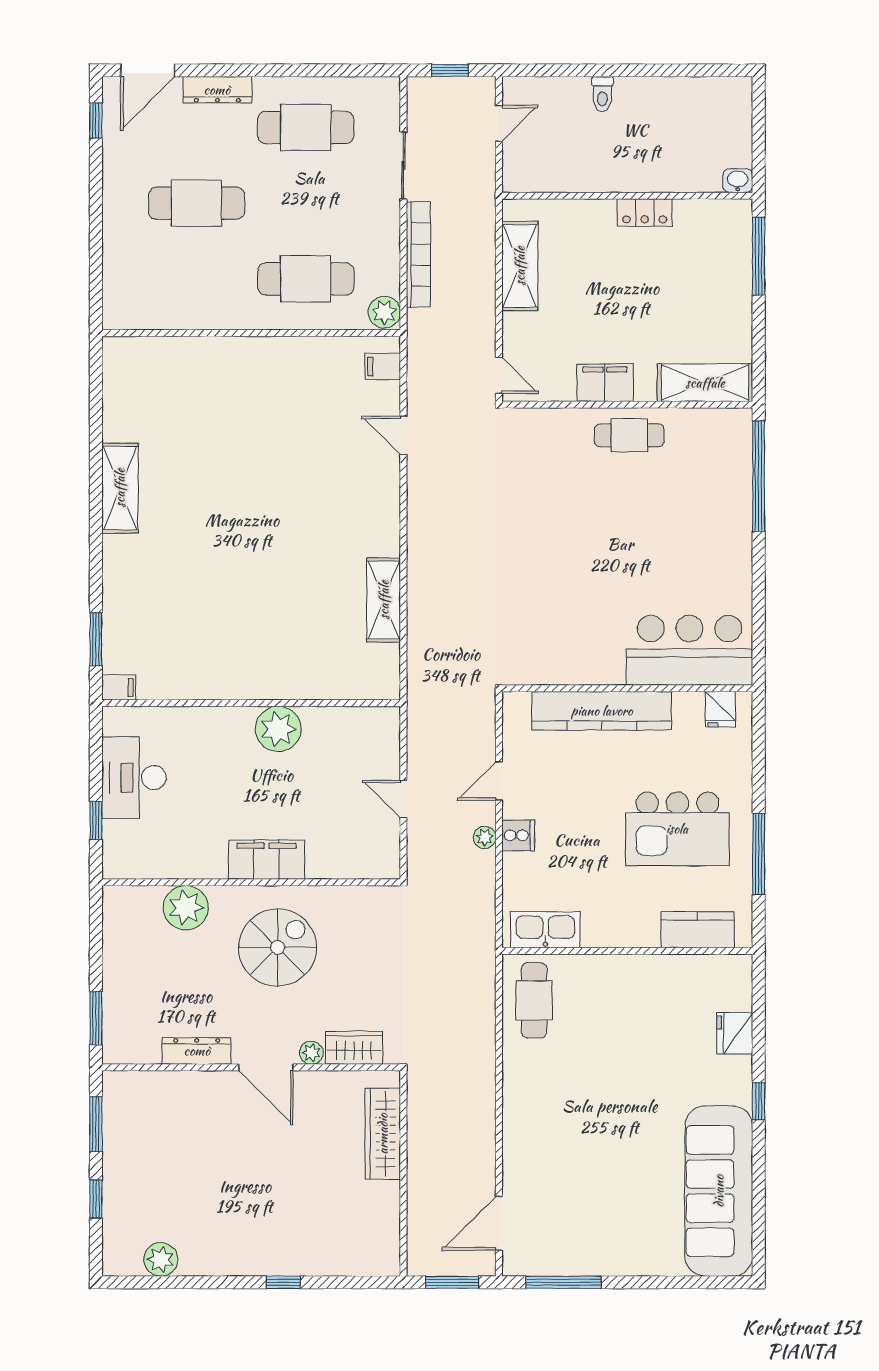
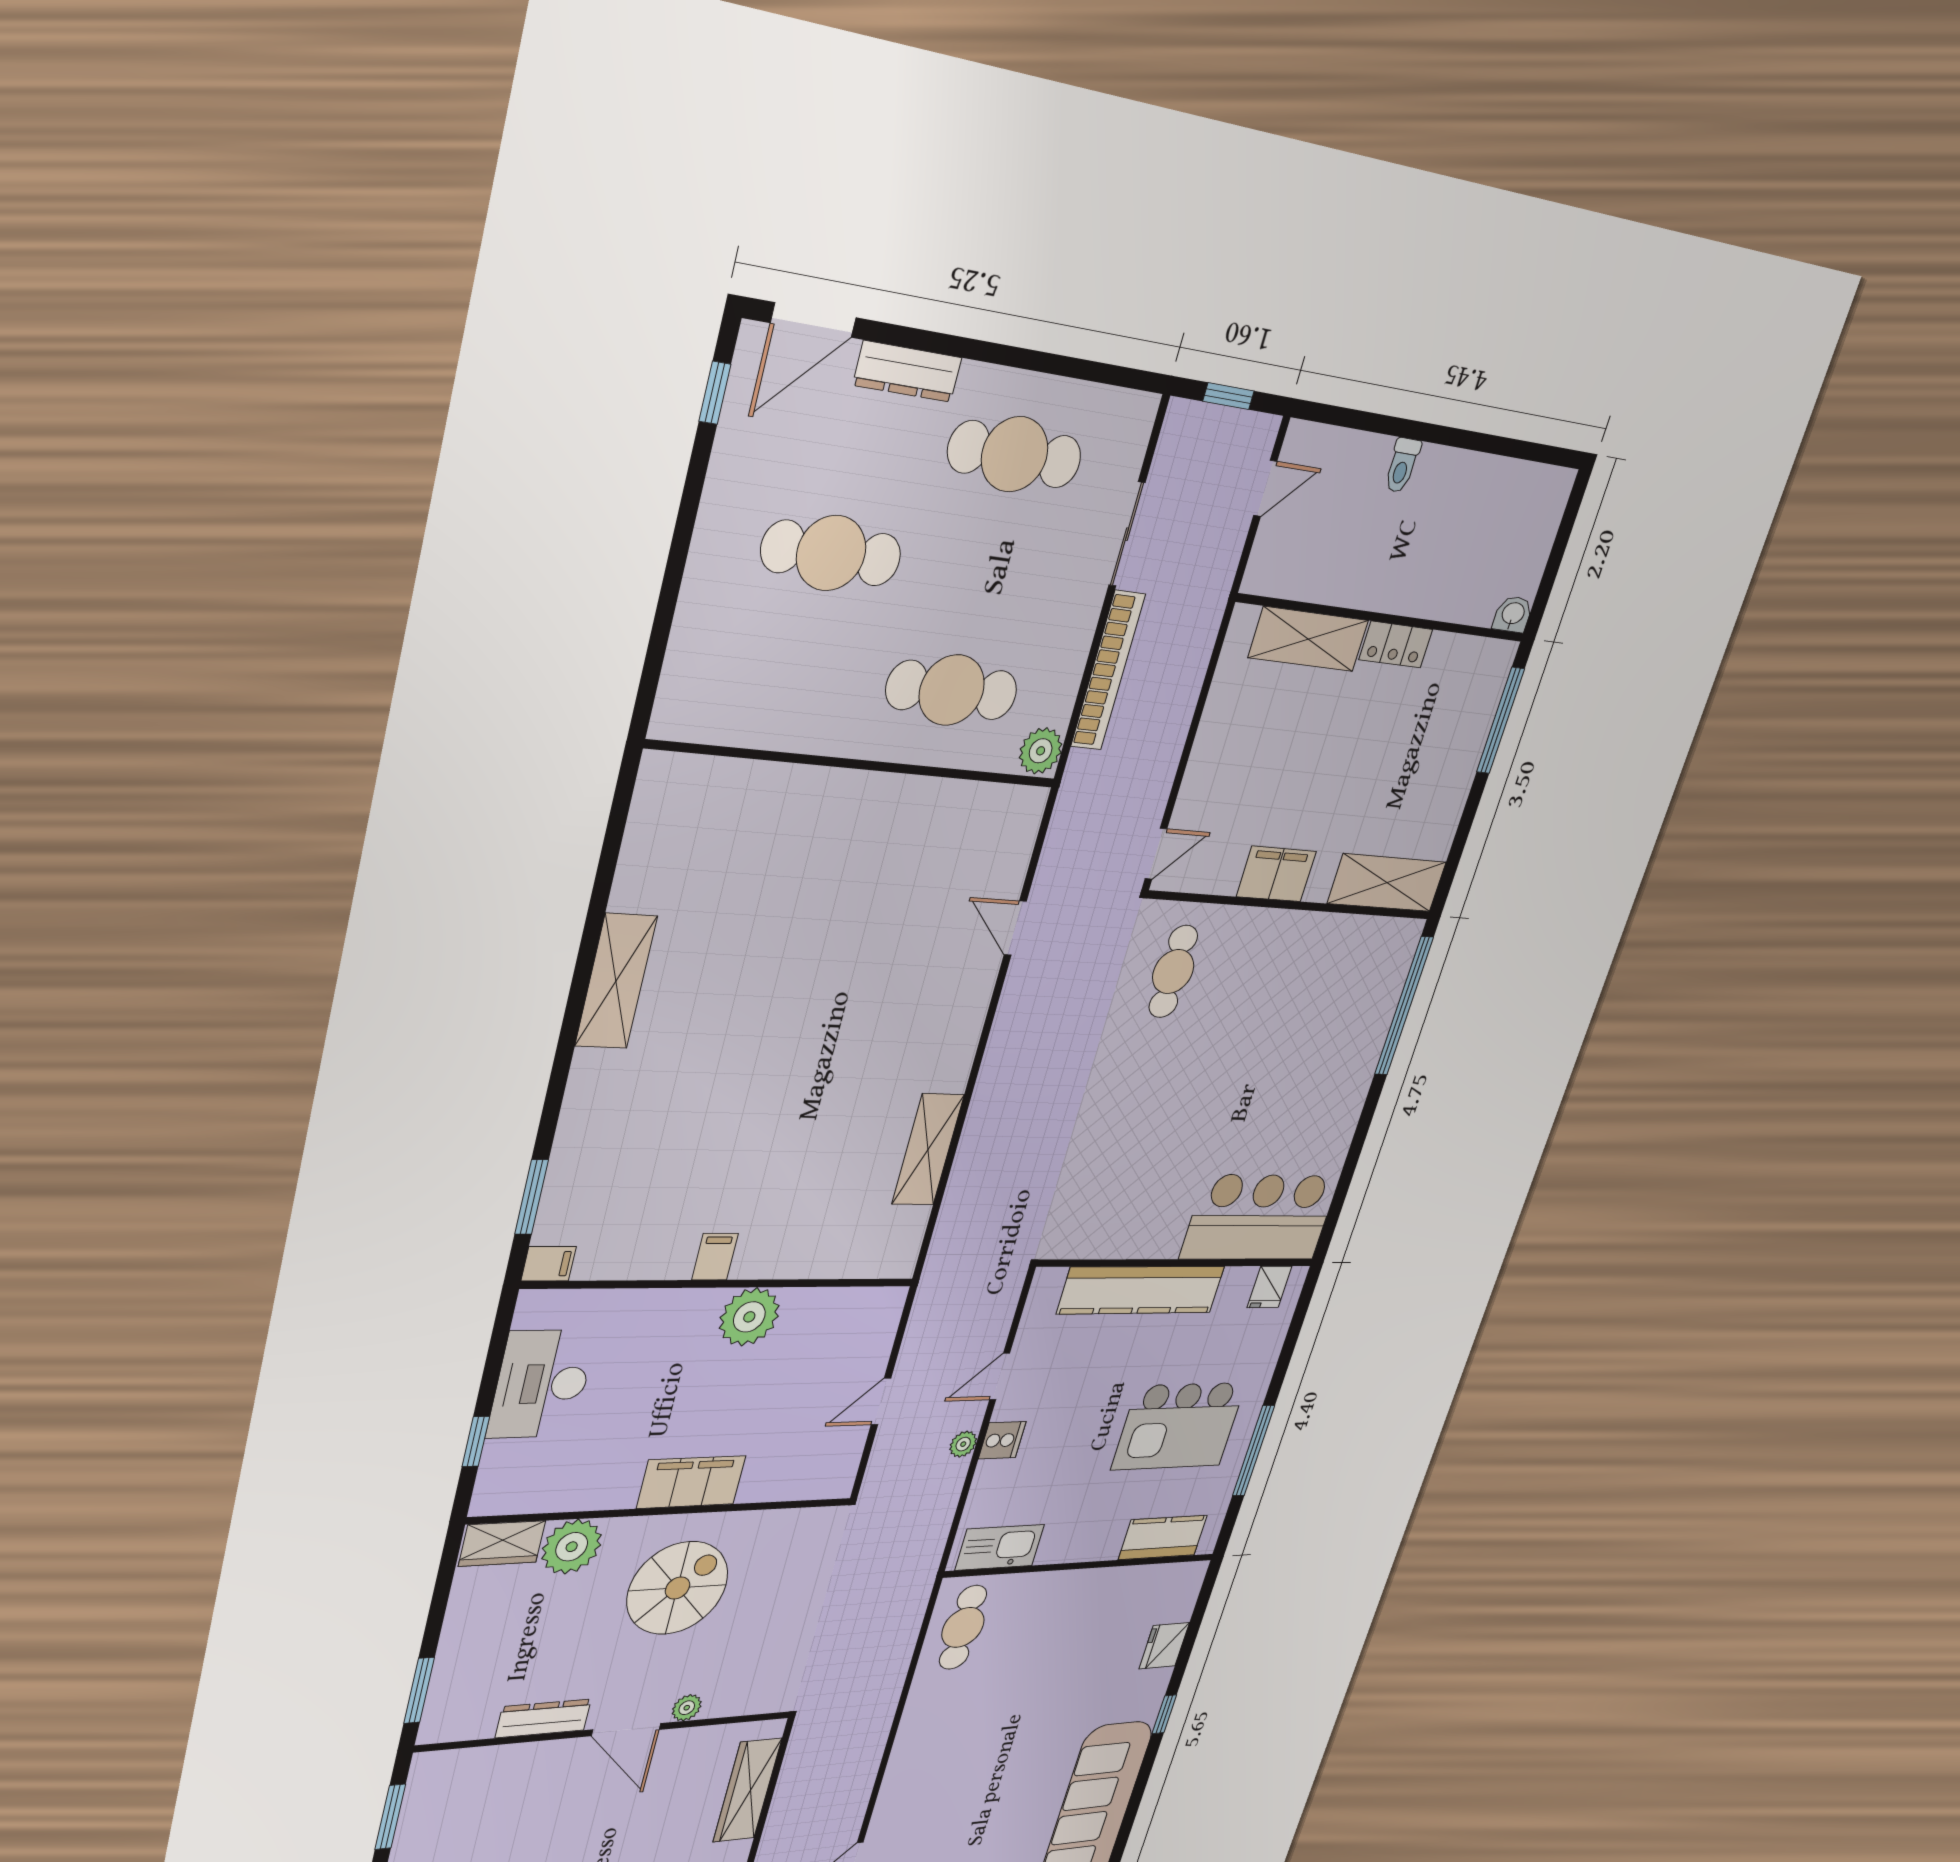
shelving: (520, 266) -> (1308, 639), moved, turned 90
filing cabinet: (383, 366) -> (715, 1257), moved, turned 90
door: (499, 375) -> (1156, 854), hinge flipped
cafe table: (629, 435) -> (1173, 972), moved, turned 90
door: (403, 799) -> (881, 1401), hinge flipped
wardrobe: (354, 1048) -> (502, 1543), moved, turned 180

